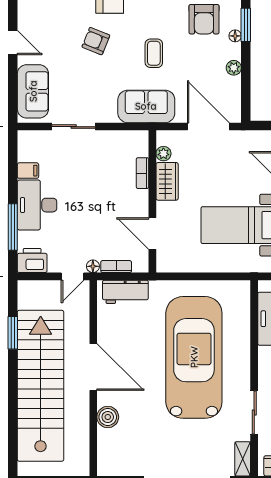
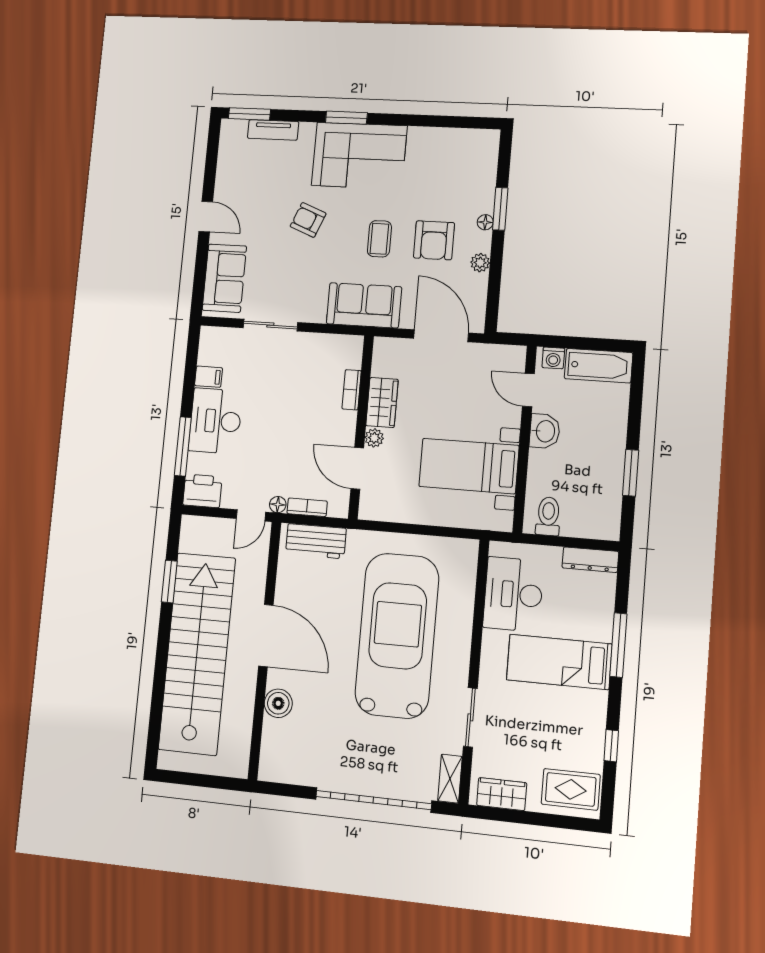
armchair: (204, 19) -> (434, 240), moved
plant: (163, 154) -> (374, 438), moved

